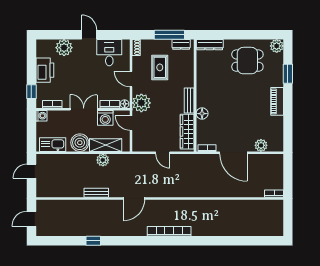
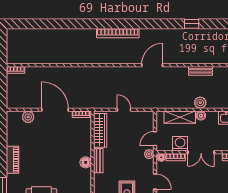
plant: (141, 103) -> (149, 154), width x0.53, depth x0.53
floor lamp: (202, 114) -> (86, 162), moved
door: (131, 123) -> (155, 139), swing flipped
boiler: (80, 143) -> (201, 116), width x0.54, depth x0.54
plant: (103, 160) -> (200, 103), moved
bench: (96, 193) -> (200, 71), moved

